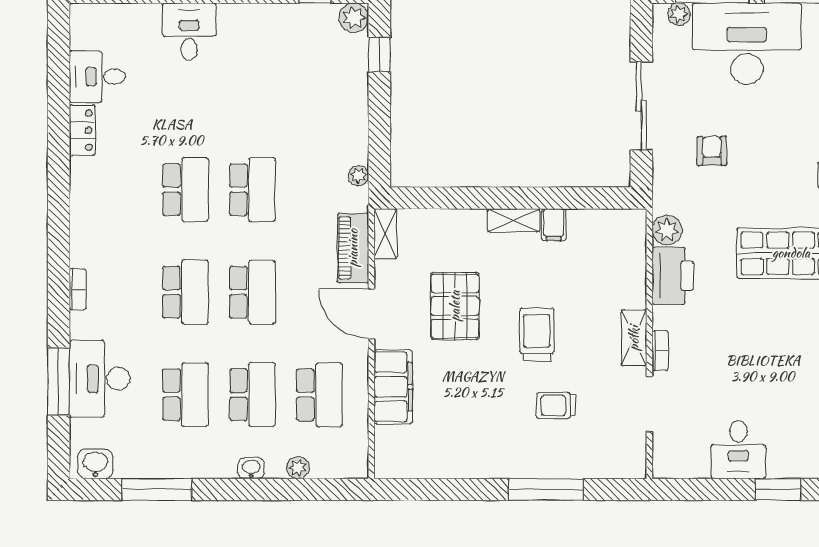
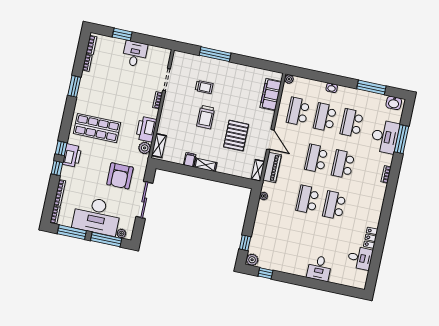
armchair: (712, 151) -> (120, 176), width x1.88, depth x1.88
shelving: (634, 338) -> (159, 146), moved
filing cabinet: (393, 387) -> (271, 94), moved
plant: (298, 468) -> (289, 79), moved

